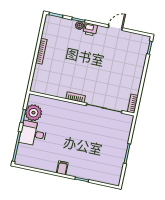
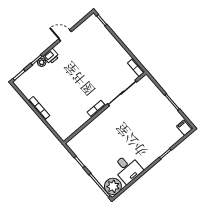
door: (115, 28) -> (65, 35), hinge flipped
plant: (33, 113) -> (113, 186), moved
desk: (33, 134) -> (128, 169), moved, turned -90
filing cabinet: (62, 168) -> (184, 128), moved

